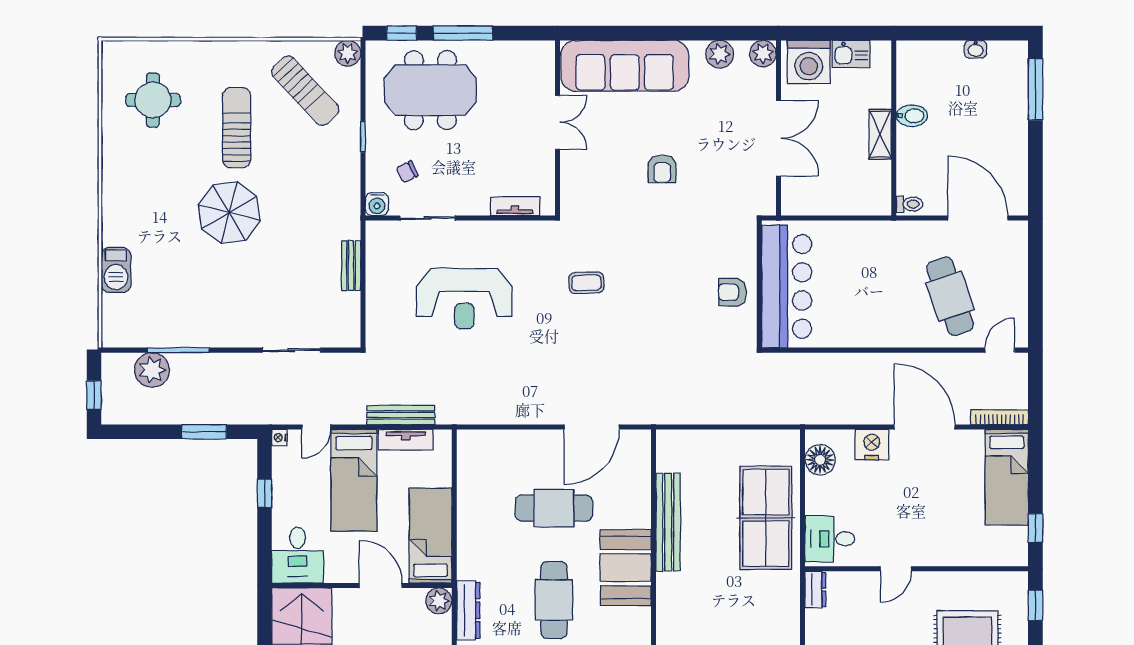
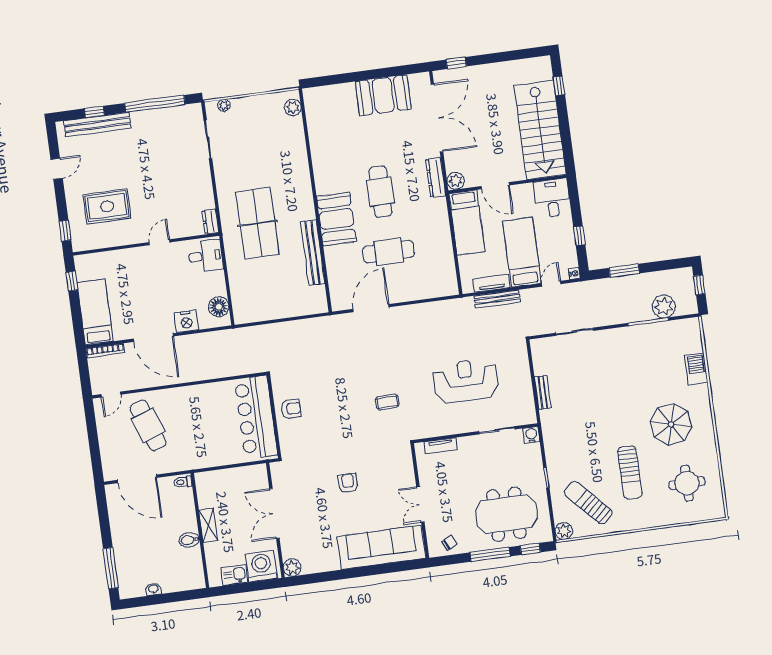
plant: (720, 54) -> (320, 563), removed
chair: (407, 172) -> (449, 543), moved
parasol: (229, 213) -> (671, 424), moved
table tennis table: (766, 518) -> (257, 223), moved

